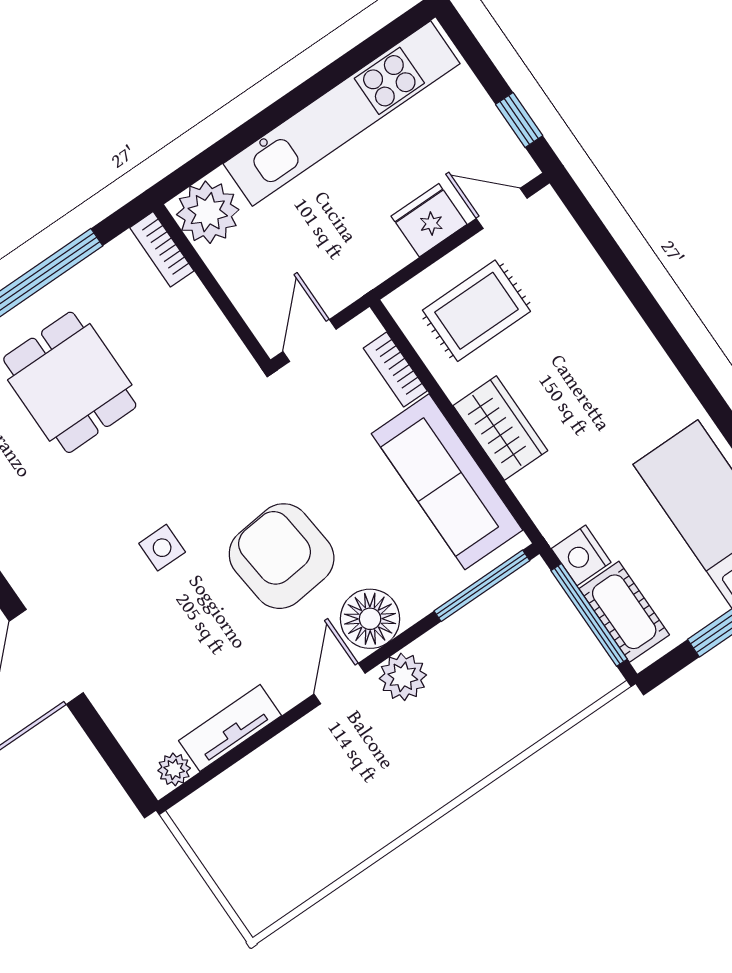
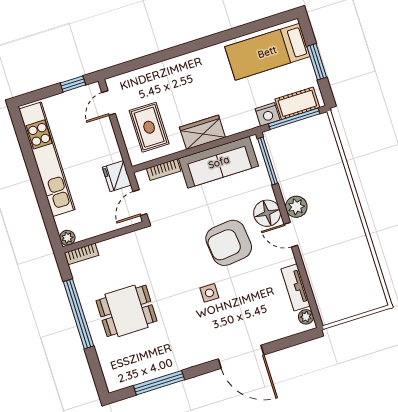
plant: (208, 212) -> (67, 238), width x0.53, depth x0.53
fridge: (429, 220) -> (117, 176), moved
door: (310, 340) -> (140, 203), hinge flipped

